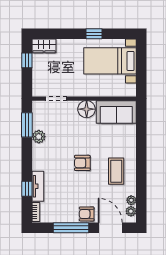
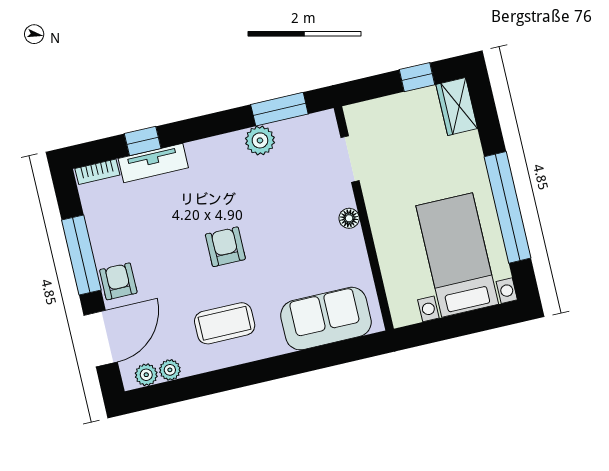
window: (94, 34) -> (507, 207), width x3.17
floor lamp: (87, 109) -> (349, 218), width x0.53, depth x0.53
sofa: (116, 112) -> (326, 319), moved, turned 90

